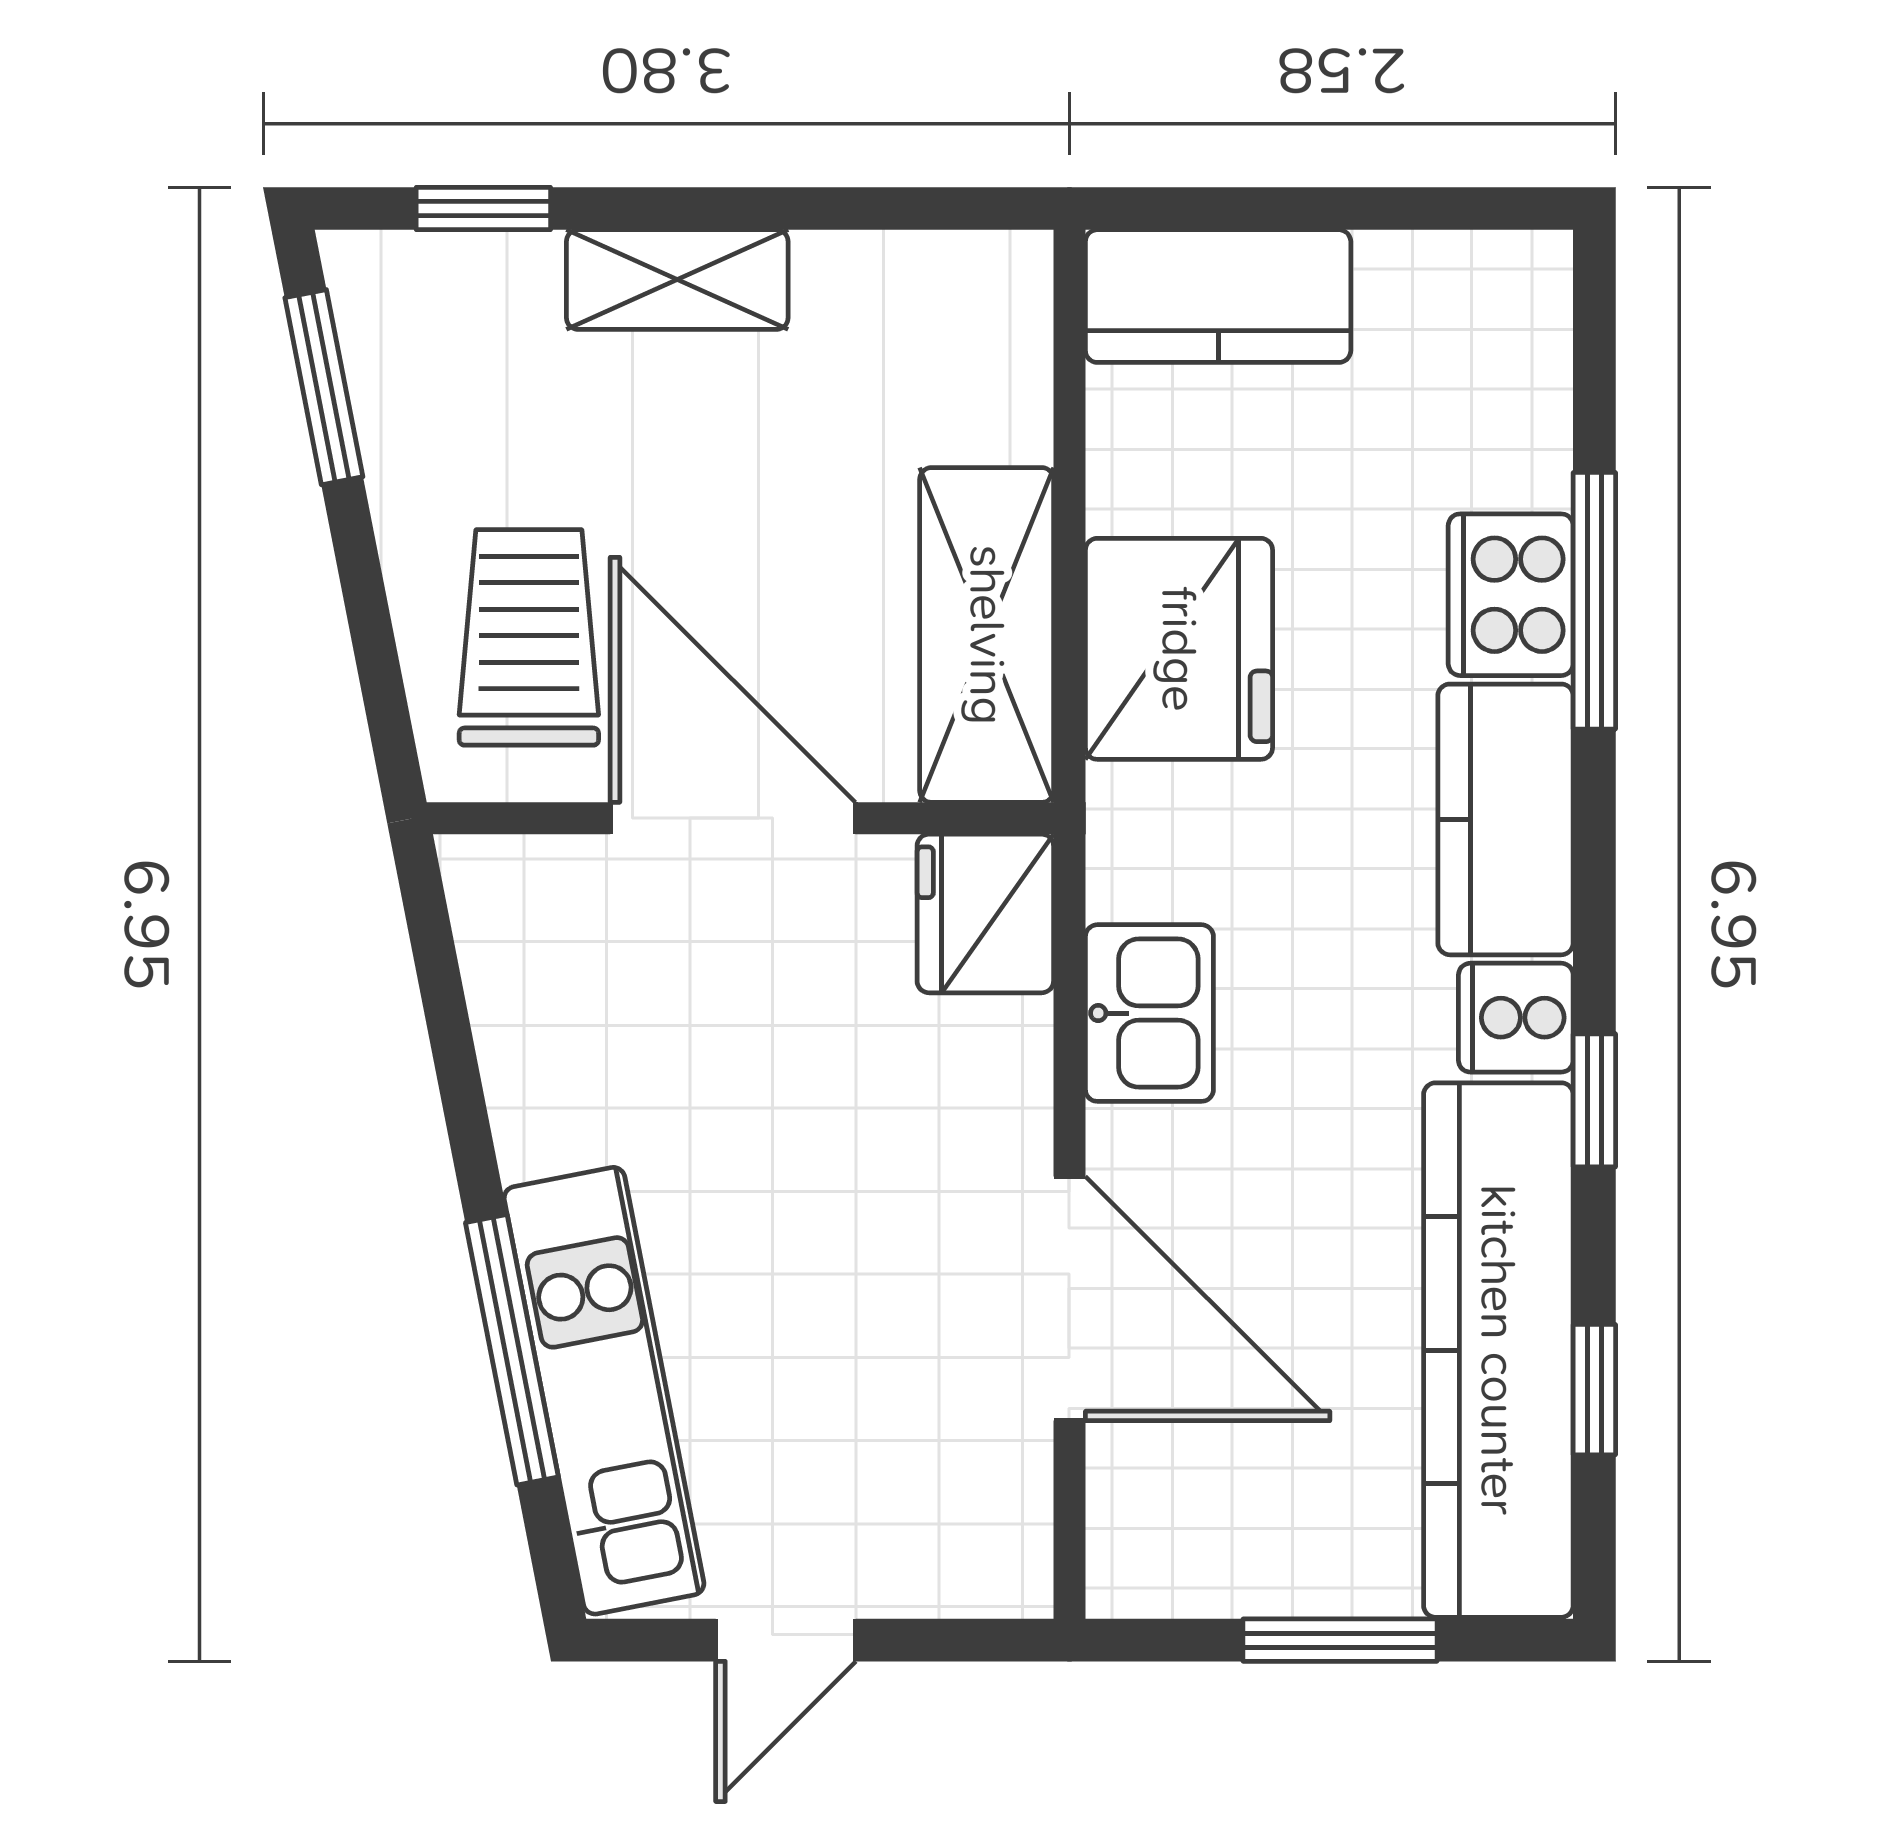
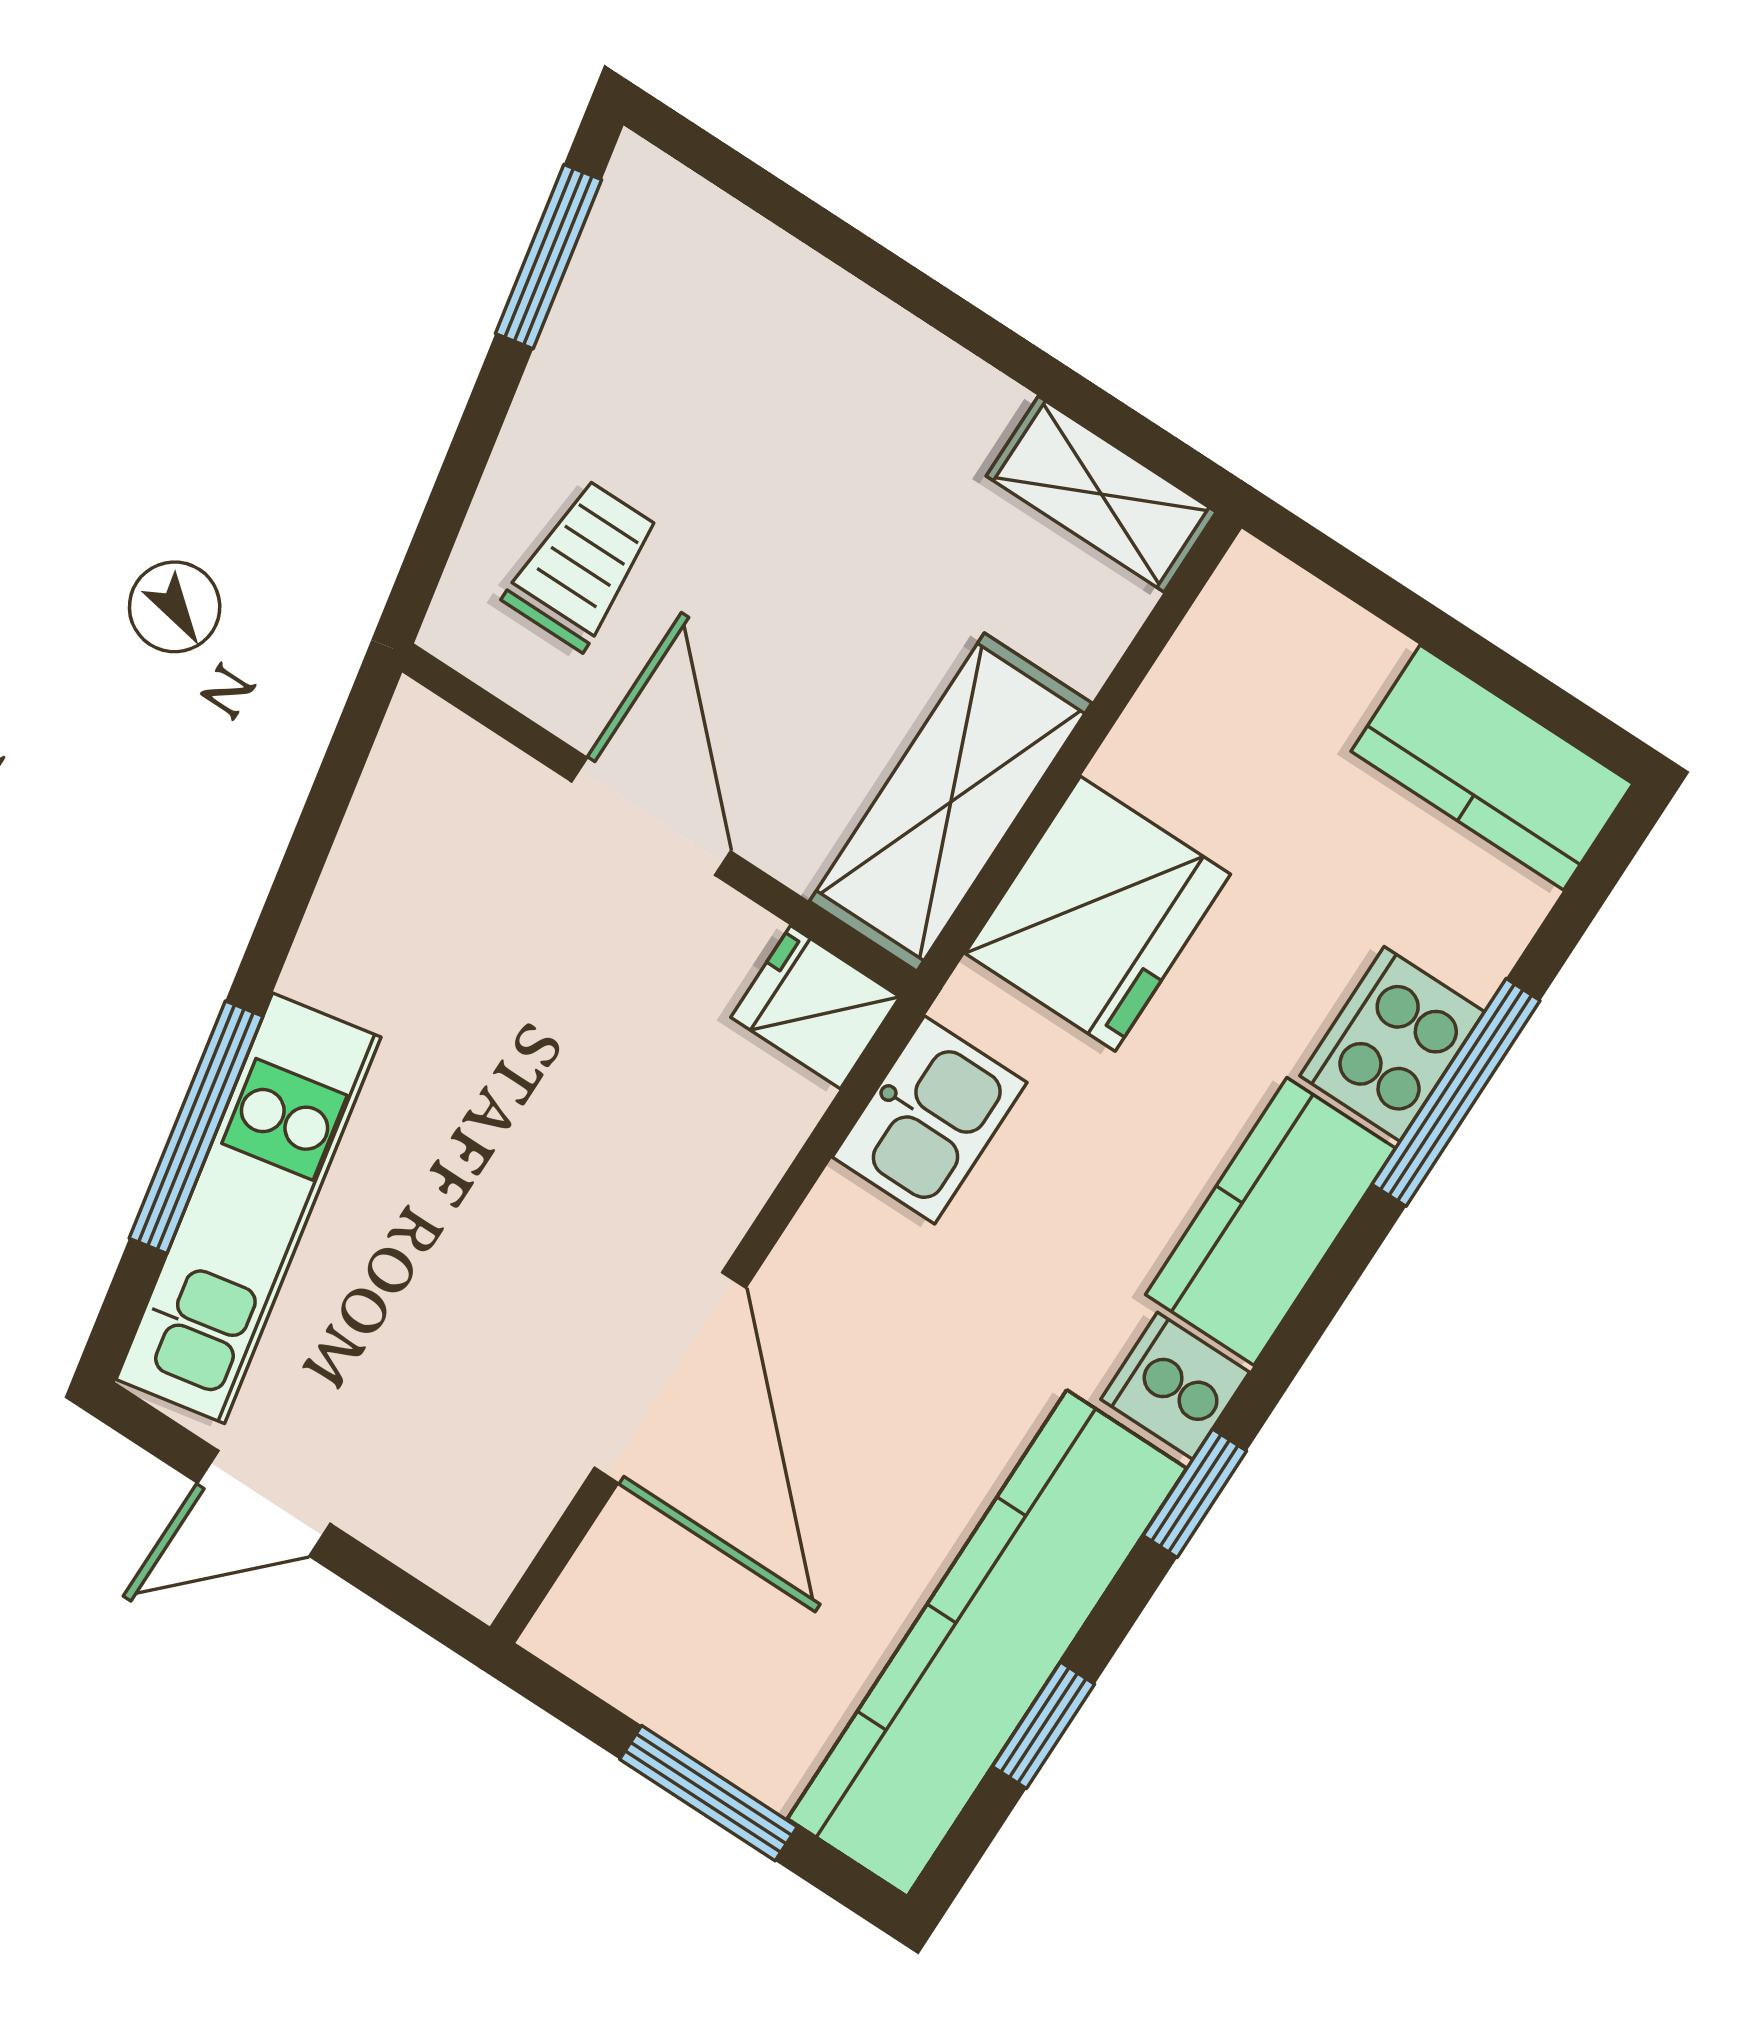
window: (483, 209) -> (770, 197), removed
shelving: (677, 280) -> (1101, 494), moved
kitchen counter: (1218, 296) -> (1492, 768), moved
trolley: (529, 637) -> (582, 565), width x0.73, depth x0.72
door: (733, 818) -> (651, 816), width x0.73
fridge: (985, 913) -> (815, 1007), width x0.72
kitchen sink: (1149, 1013) -> (930, 1120), moved

